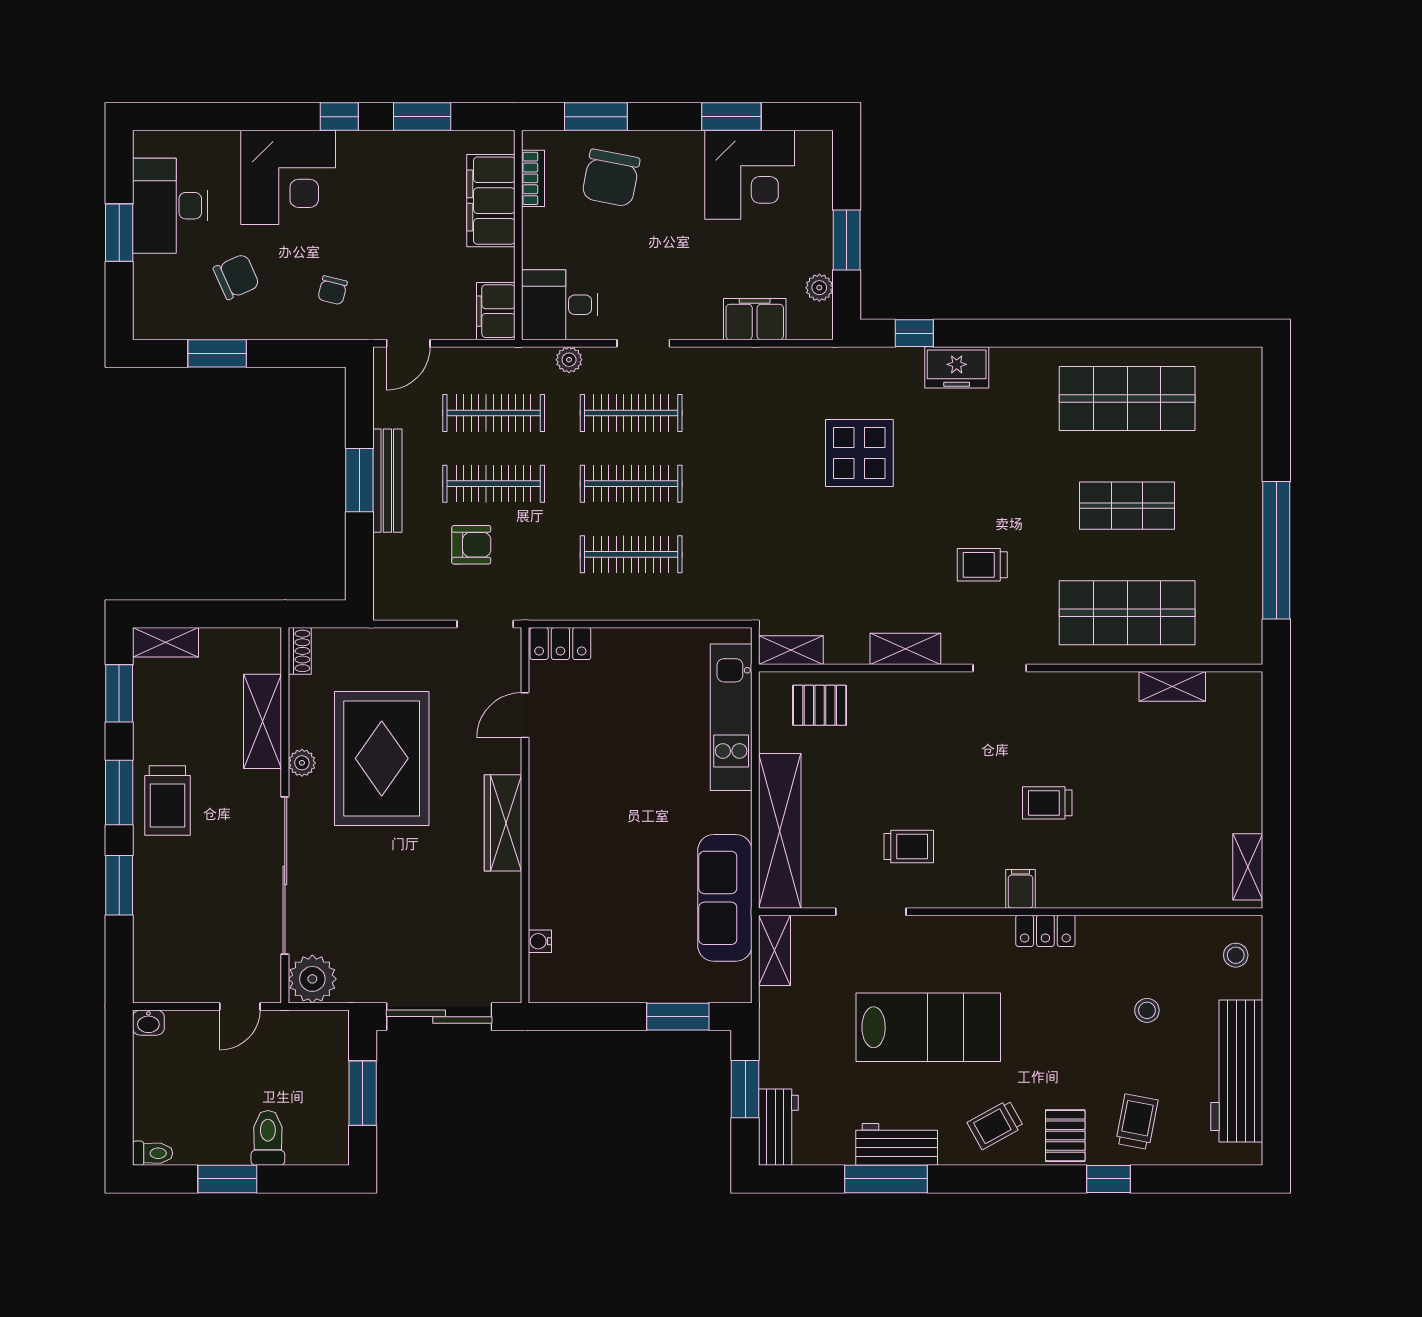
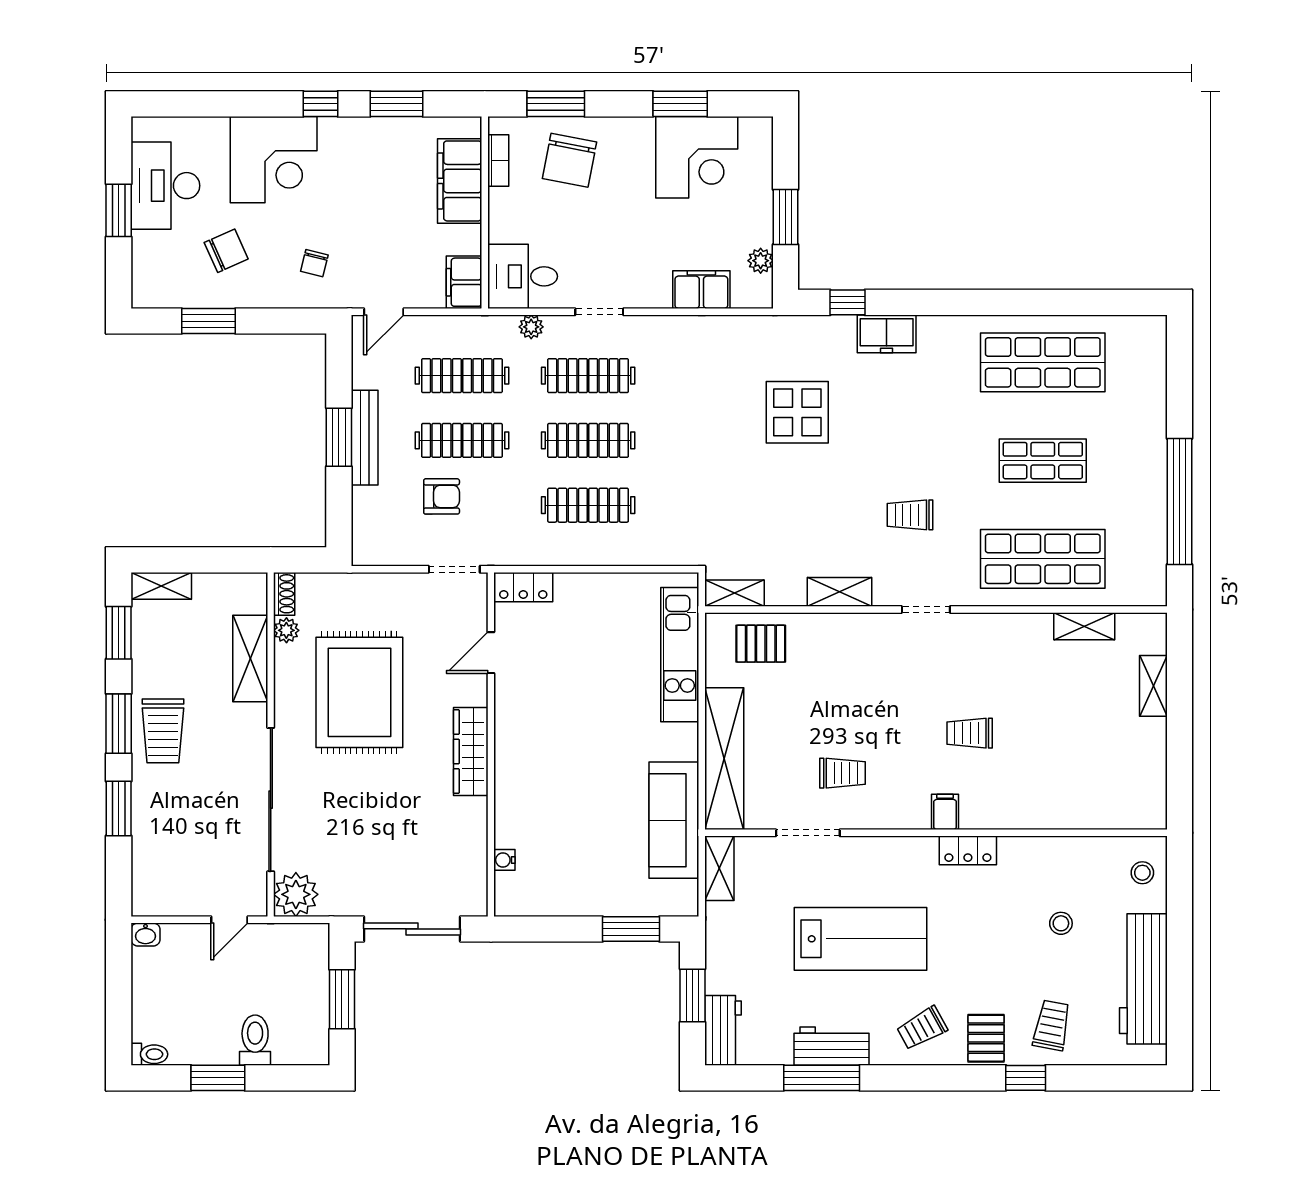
plant: (302, 763) -> (286, 630), moved
shelving: (1248, 867) -> (1153, 686), moved

